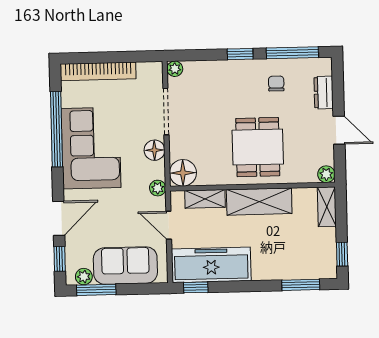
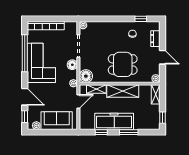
window: (292, 53) -> (141, 19), width x0.46
window: (240, 54) -> (115, 19), removed
dining table: (258, 147) -> (123, 64), turned 90
door: (59, 218) -> (25, 97), hinge flipped
door: (169, 225) -> (78, 102), swing flipped
freezer: (211, 265) -> (114, 121), moved
window: (301, 285) -> (129, 132), moved
window: (196, 287) -> (101, 132), moved
window: (96, 290) -> (42, 132), removed

